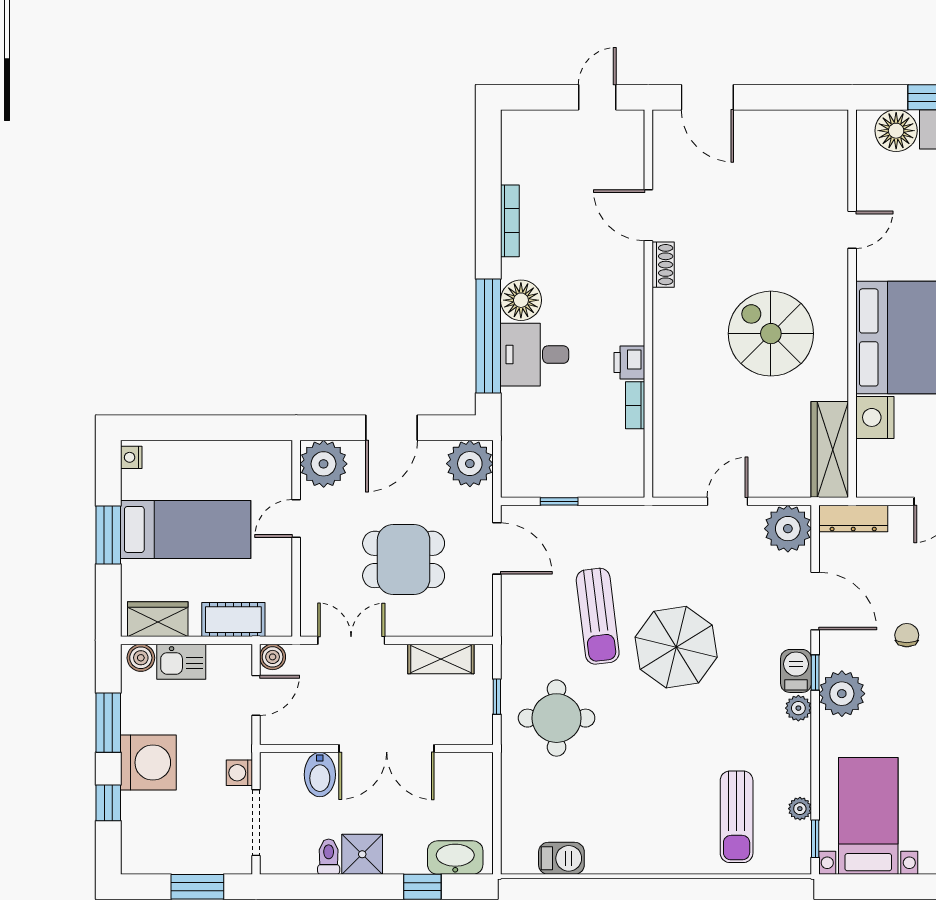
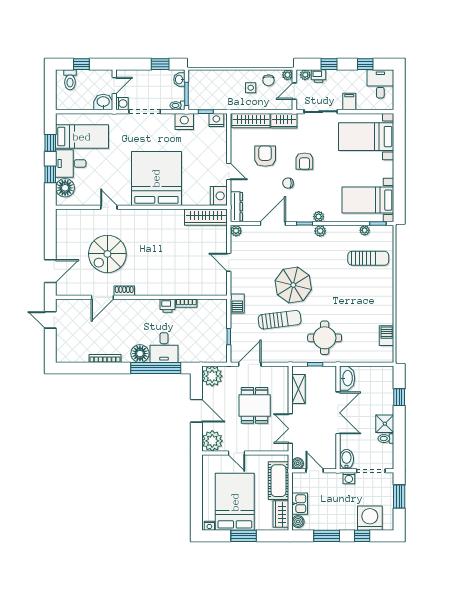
spiral stairs: (771, 334) -> (107, 254), moved
nightstand: (875, 417) -> (219, 196), moved, turned -90
bed: (186, 529) -> (235, 502), width x1.50
plant: (788, 529) -> (236, 231), width x0.53, depth x0.53
cot: (233, 620) -> (279, 481), width x1.37, depth x1.34
barbecue: (796, 671) -> (237, 303), moved, turned -90
plant: (842, 694) -> (319, 217), width x0.53, depth x0.53
washing machine: (148, 763) -> (370, 518), moved
bidet: (320, 775) -> (347, 459), moved, turned -90
washbasin: (455, 858) -> (347, 378), moved, turned 180

